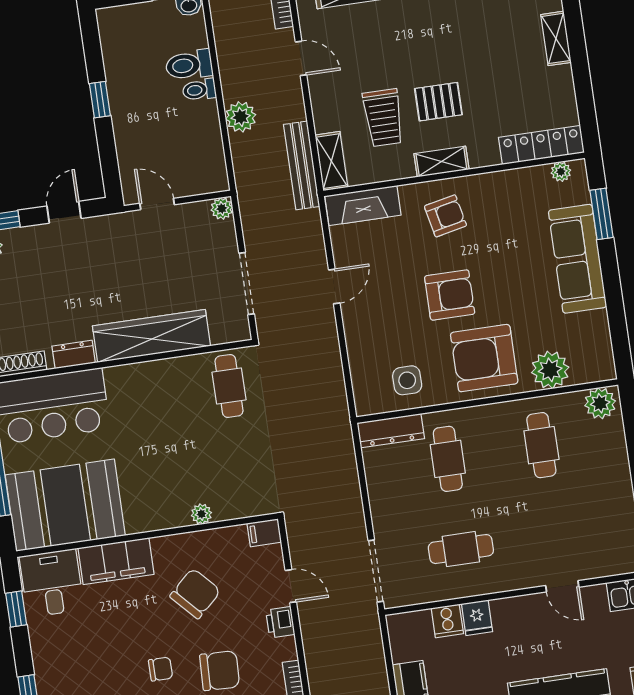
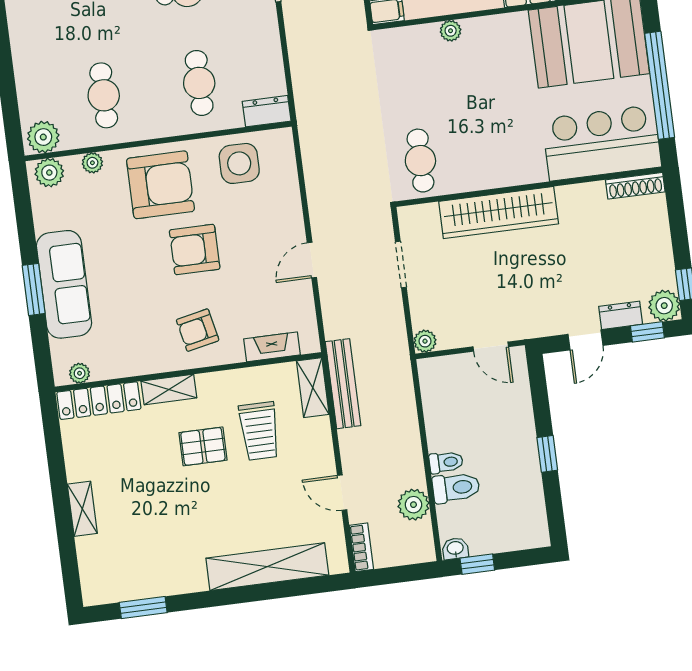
plant: (241, 117) -> (413, 505), moved
trolley: (383, 118) -> (259, 431), turned 180
shelving: (441, 162) -> (169, 390), moved
fireplace: (363, 206) -> (272, 347), width x0.73, depth x0.76
window: (602, 214) -> (34, 289), moved
doorway: (247, 284) -> (401, 264), width x0.73
dresser: (74, 354) -> (621, 315), moved, turned 180
plant: (594, 368) -> (49, 173), added
plant: (550, 370) -> (92, 163), width x0.53, depth x0.53
side table: (407, 380) -> (239, 163), width x1.37, depth x1.37
dresser: (391, 431) -> (267, 111), width x0.70

